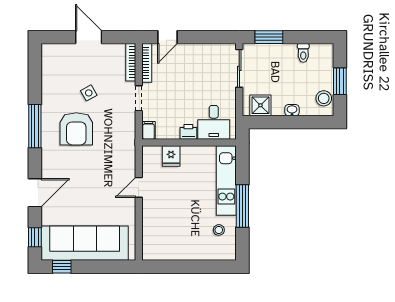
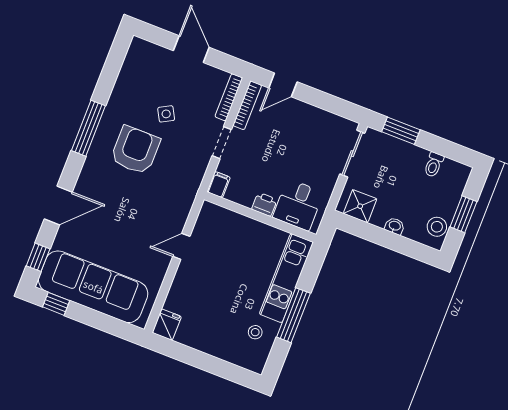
armchair: (76, 129) -> (135, 150), turned 180
fridge: (171, 156) -> (167, 325), moved, turned 180

